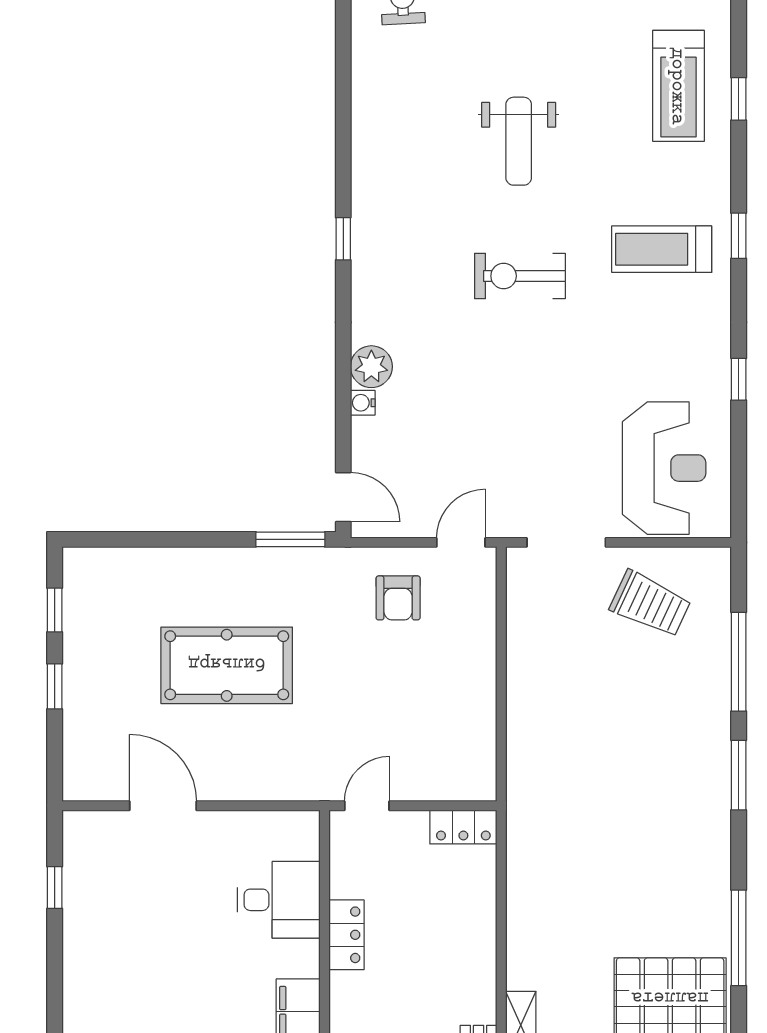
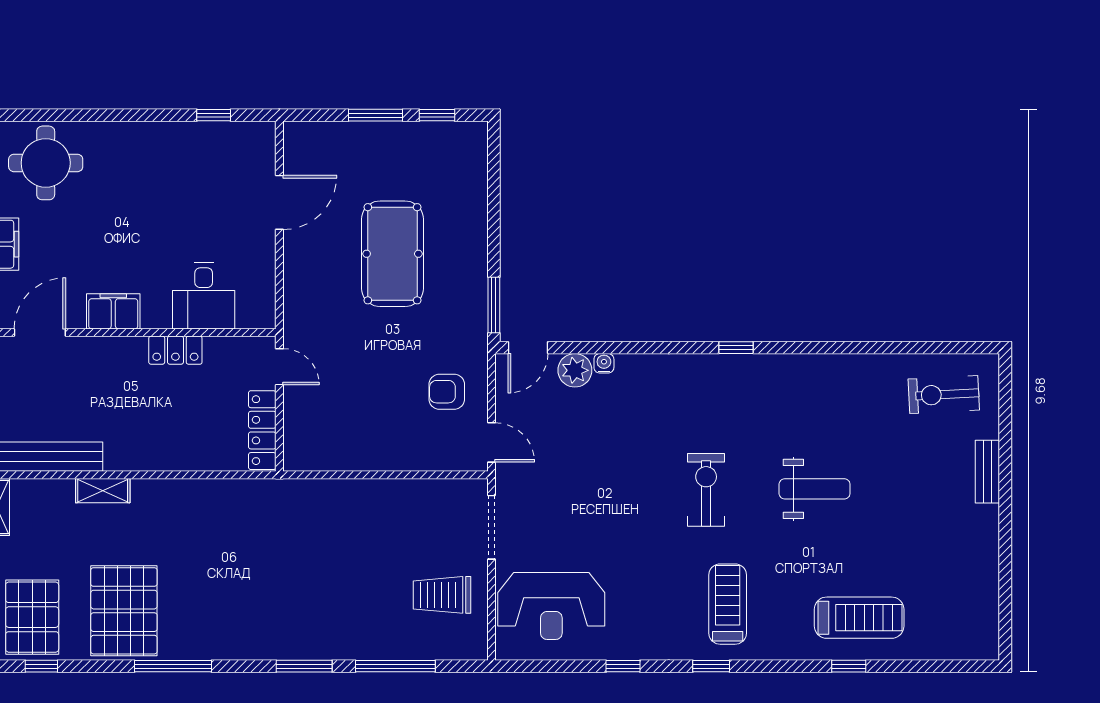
treadmill: (679, 86) -> (859, 618), turned 180
weight bench: (519, 141) -> (815, 489), turned 180
window: (739, 236) -> (711, 666), moved
plant: (371, 367) -> (575, 370), moved
trolley: (650, 604) -> (442, 595), turned 65
window: (55, 686) -> (376, 115), width x1.50
locker: (463, 827) -> (262, 430), width x1.53

